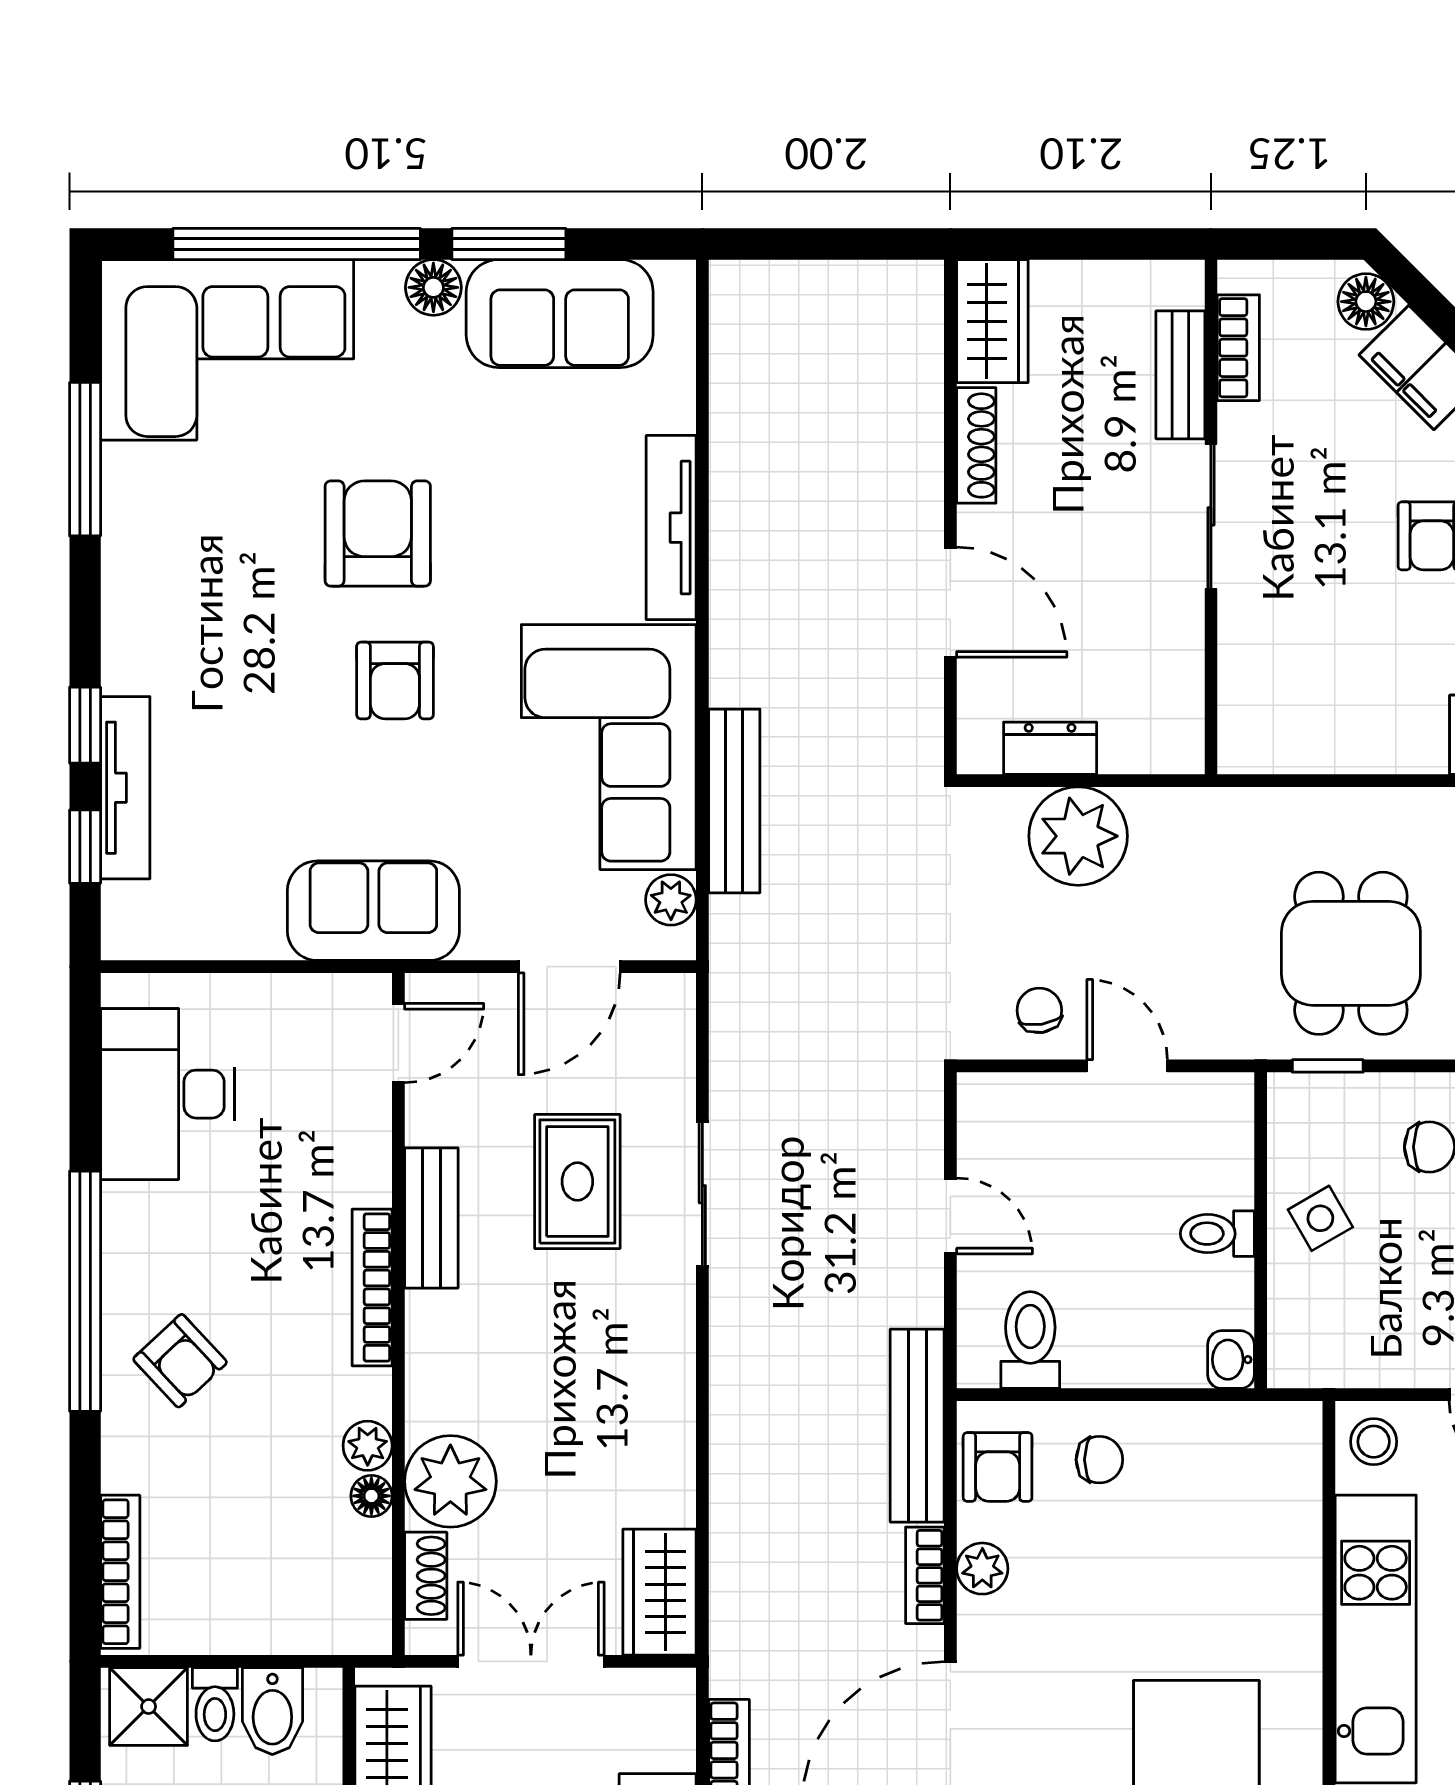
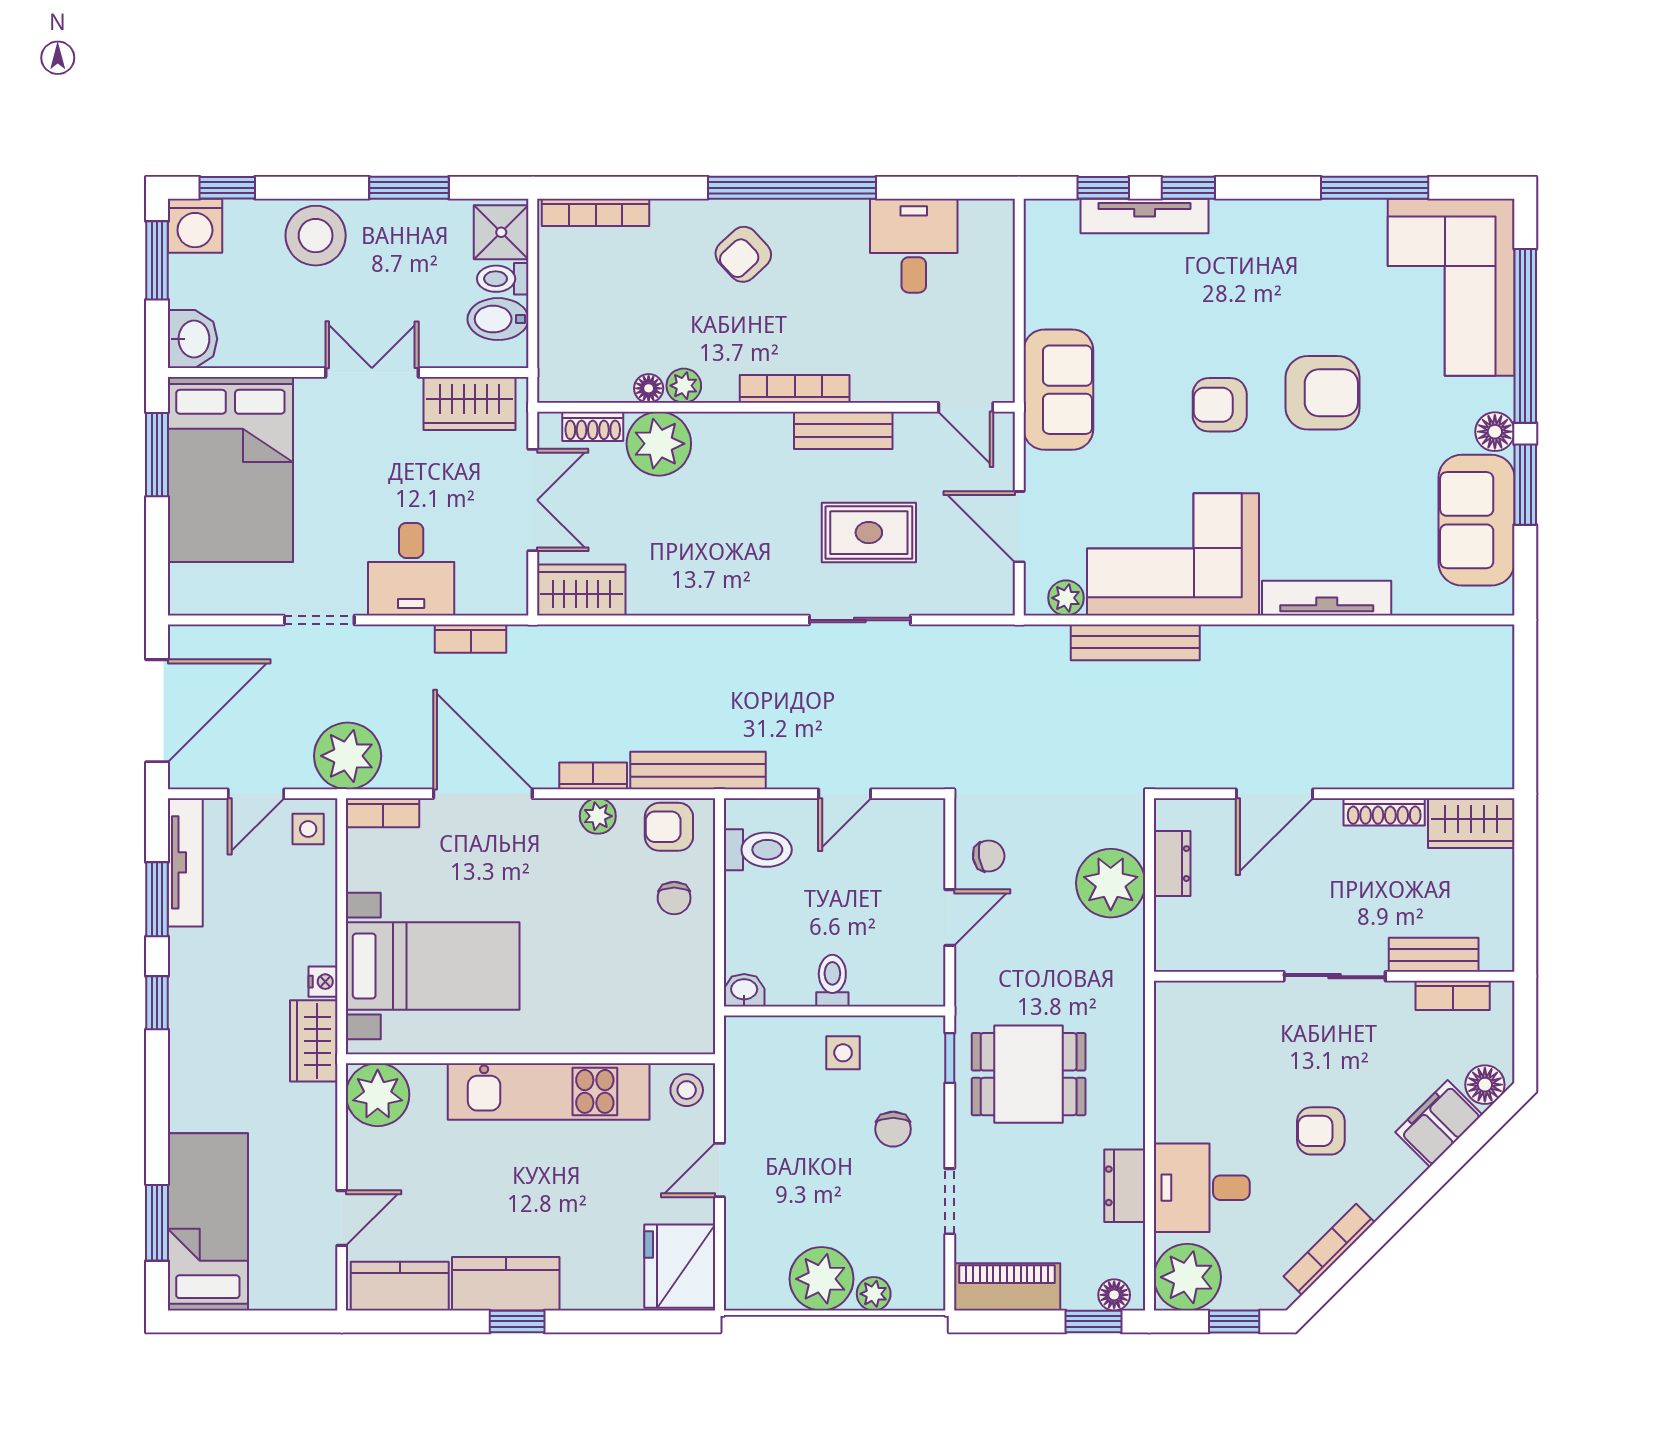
desk: (168, 1094) -> (914, 246), width x0.73
side table: (1320, 1218) -> (843, 1053), turned 30

